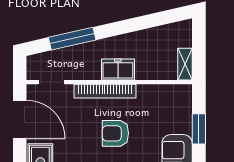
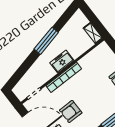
window: (72, 39) -> (46, 41), moved
armchair: (115, 133) -> (71, 111), moved

